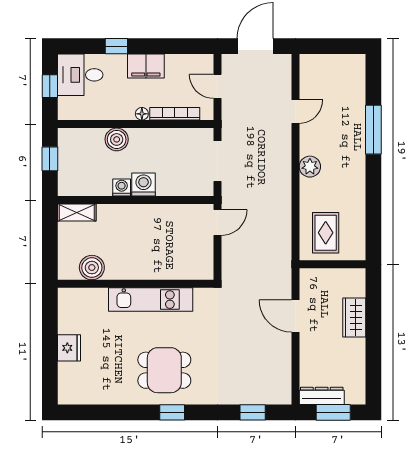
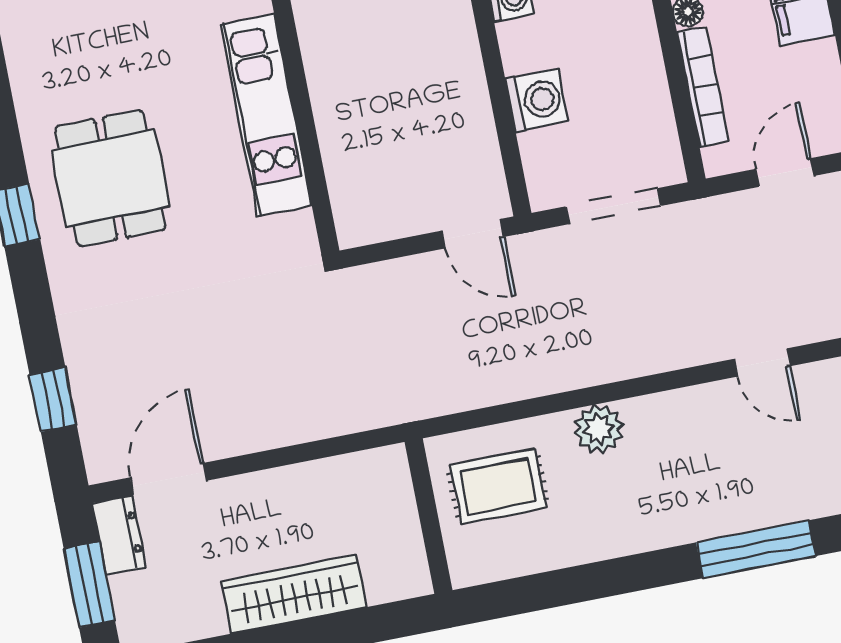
plant: (310, 167) -> (599, 429), moved
washing machine: (143, 185) -> (537, 100), moved
door: (295, 316) -> (168, 479), moved
wardrobe: (354, 318) -> (294, 594), width x1.50
dresser: (322, 396) -> (119, 535), width x0.70

